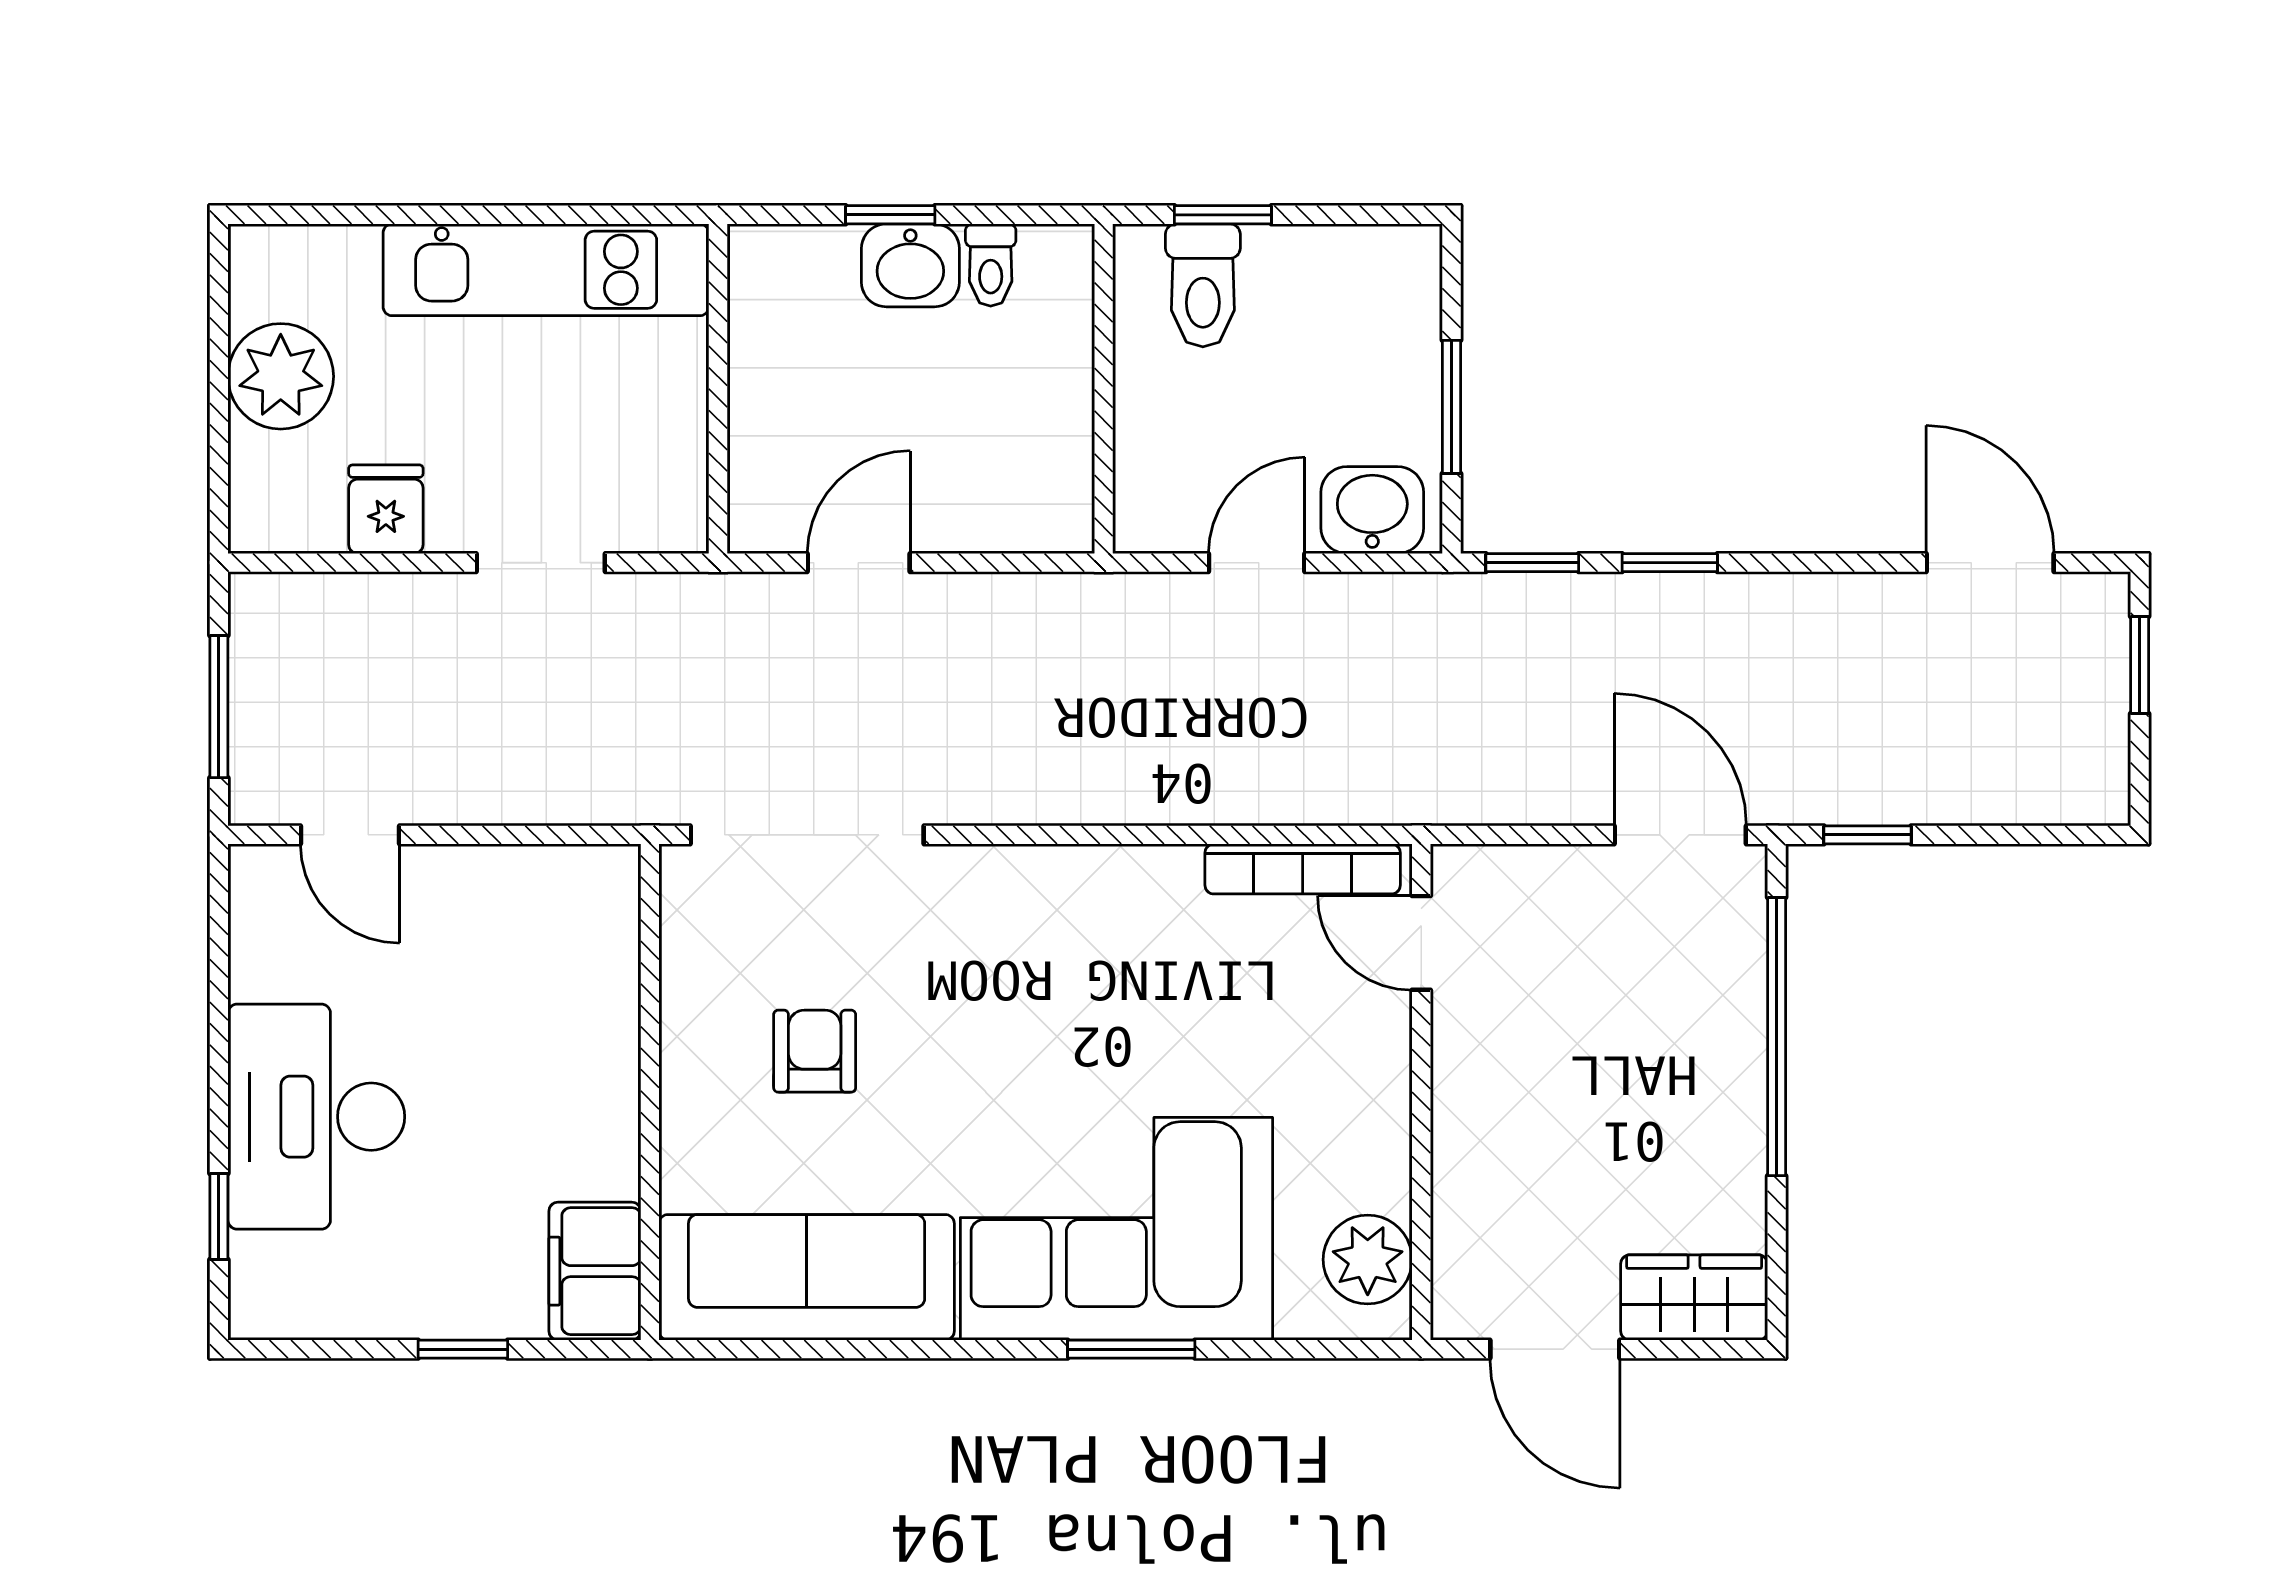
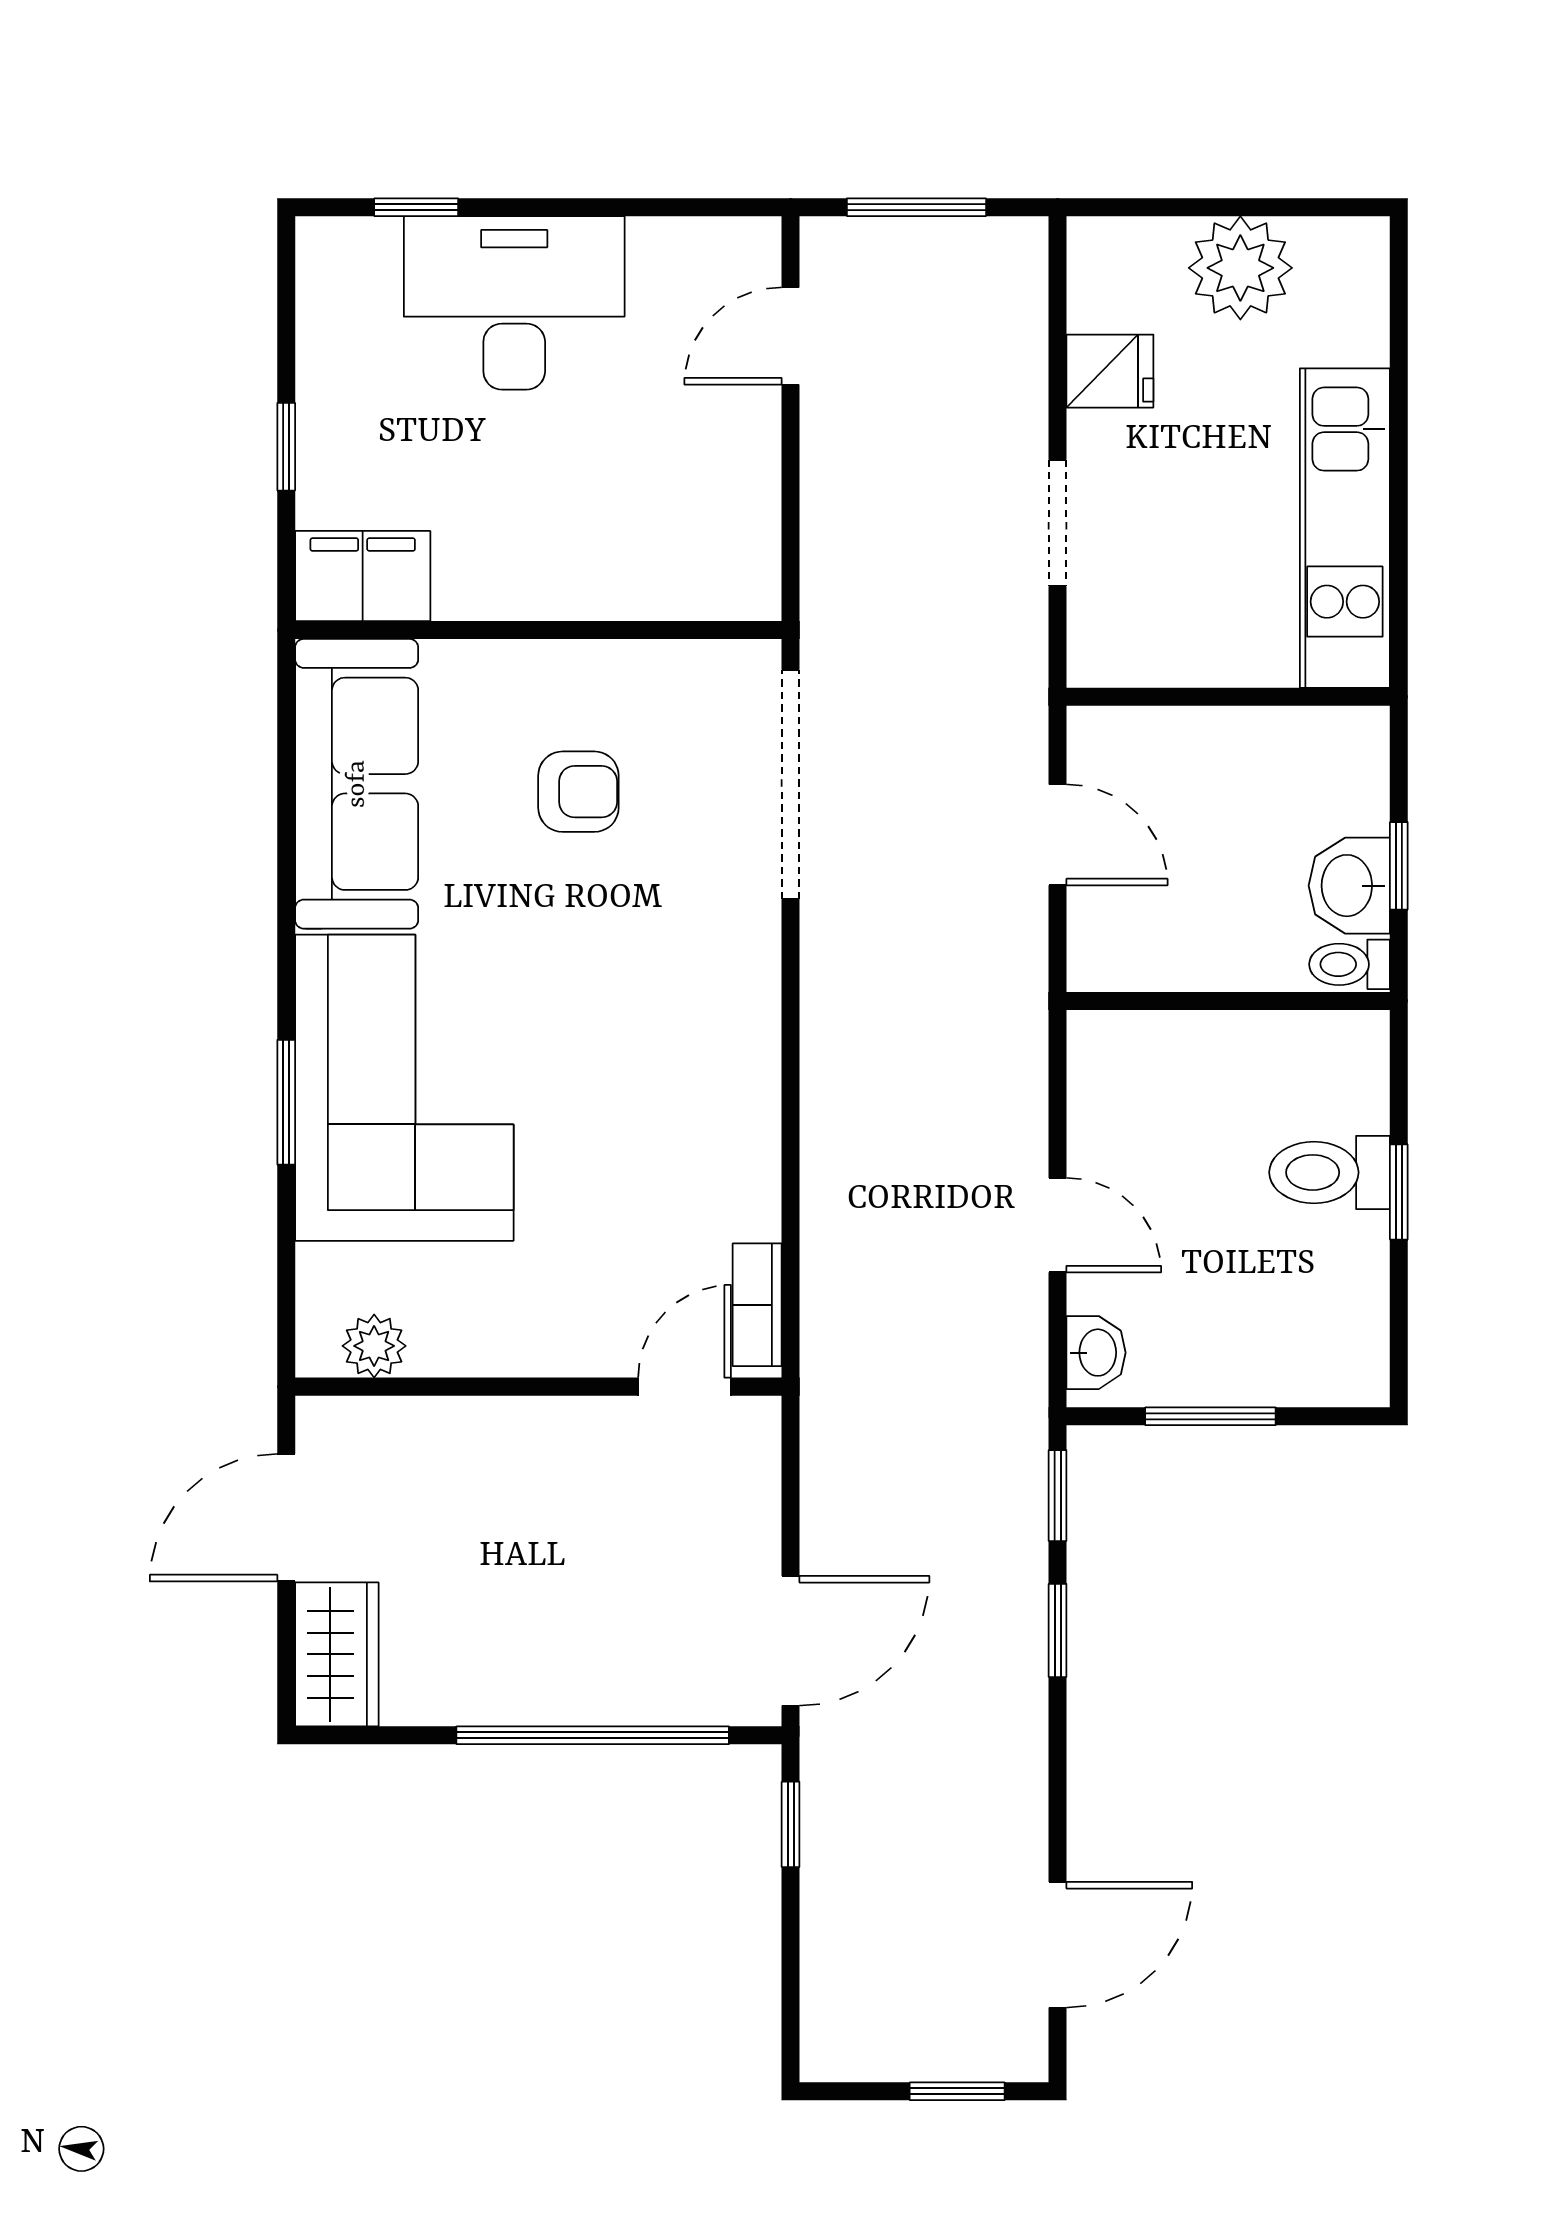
wall: (1104, 389) -> (1228, 1001), moved
washbasin: (1372, 510) -> (1096, 1353), width x0.72, depth x0.69
bookcase: (1303, 869) -> (757, 1305), width x0.64
plant: (1368, 1260) -> (374, 1346), width x0.73, depth x0.73

